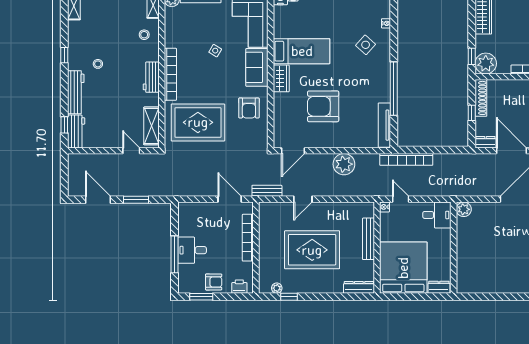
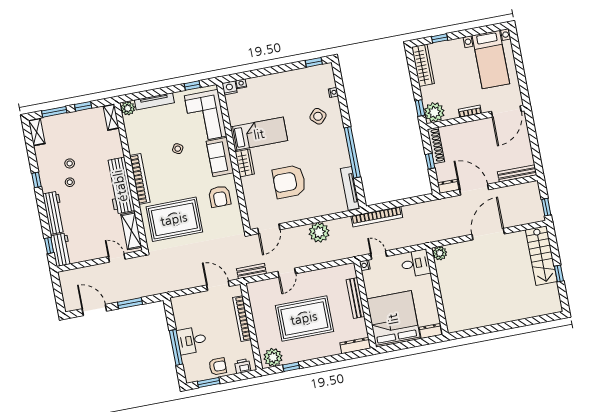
stool: (144, 35) -> (70, 163), moved
workbench: (151, 77) -> (120, 186), width x1.88, depth x1.32
plant: (277, 288) -> (273, 357), width x1.87, depth x1.87

